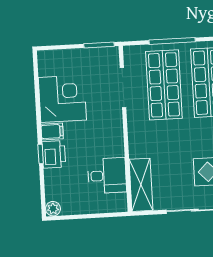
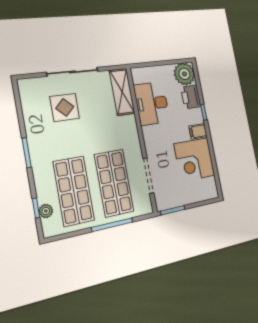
printer: (54, 154) -> (191, 97), moved
desk: (107, 176) -> (152, 103), width x1.37
plant: (53, 209) -> (184, 74), width x1.87, depth x1.87

